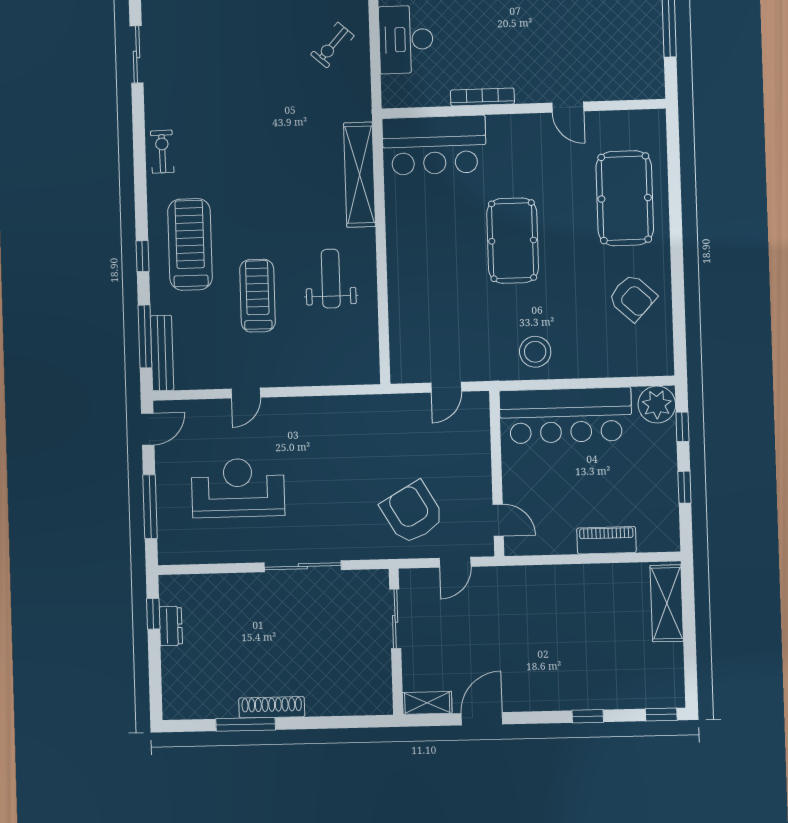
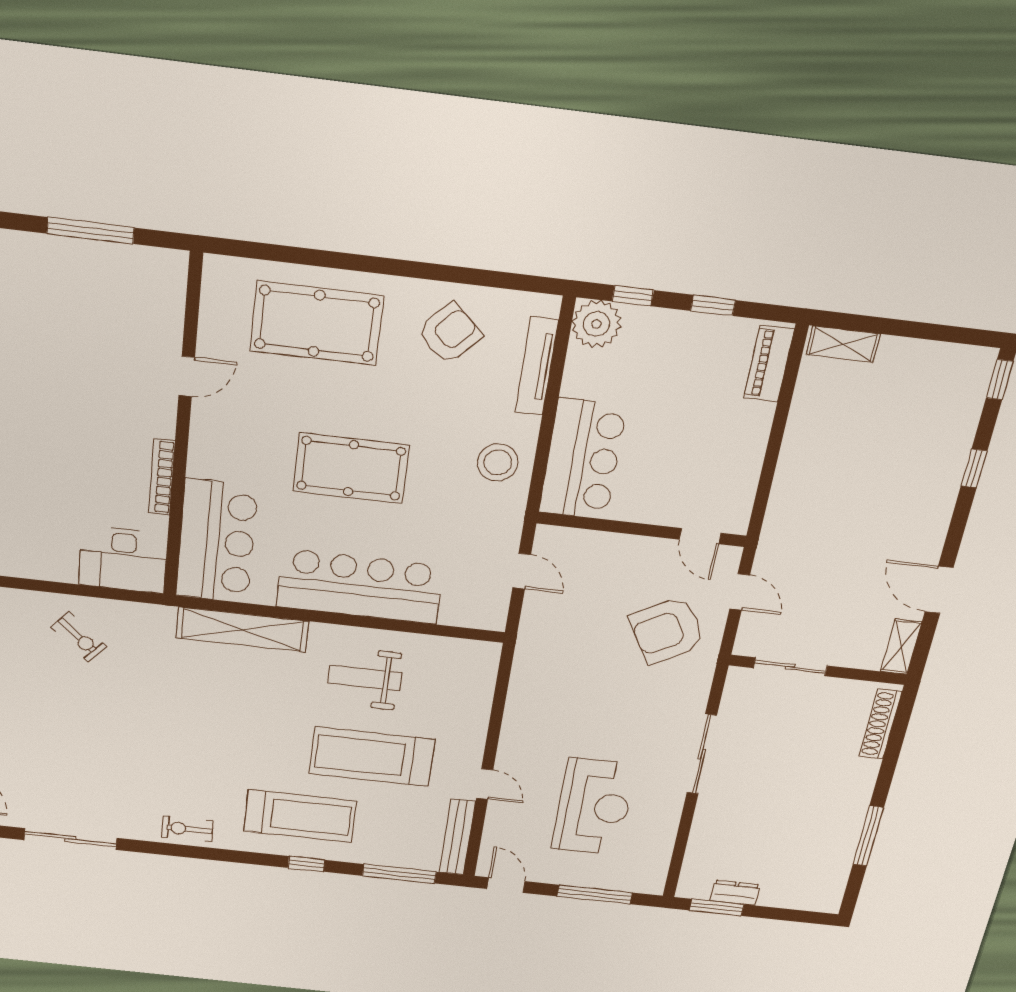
desk: (406, 39) -> (123, 559), moved
sliding door: (136, 54) -> (70, 839), width x1.37
treadmill: (190, 244) -> (300, 816), turned 180
bar counter: (413, 262) -> (360, 586), added
treadmill: (257, 296) -> (372, 757), width x1.37, depth x1.37
bench: (162, 353) -> (457, 837), moved, turned 90
tv unit: (617, 367) -> (537, 366), added
bar counter: (566, 415) -> (583, 459), width x0.73
reception desk: (238, 488) -> (594, 807), turned 180
door: (498, 520) -> (700, 536), swing flipped
piano: (606, 540) -> (769, 364), moved
shelving: (667, 603) -> (843, 344), width x0.67, depth x0.75
window: (153, 614) -> (717, 907), width x1.50
shoe rack: (272, 707) -> (880, 724), moved

